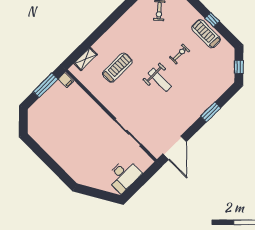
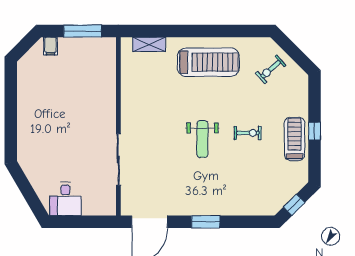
treadmill: (117, 68) -> (208, 62), moved, width x1.37, depth x1.37
filing cabinet: (66, 80) -> (51, 46), moved
window: (211, 112) -> (206, 222), moved
desk: (124, 176) -> (65, 199), width x0.73

